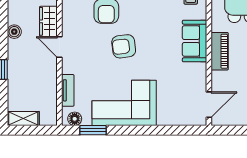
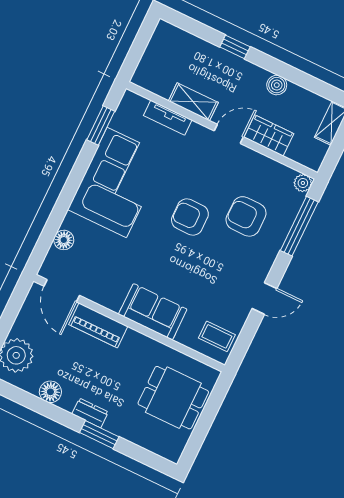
armchair: (124, 46) -> (190, 217), turned -83
piano: (220, 51) -> (98, 325), moved
shelving: (23, 119) -> (193, 102), moved, turned 90
floor lamp: (75, 119) -> (64, 240), moved

